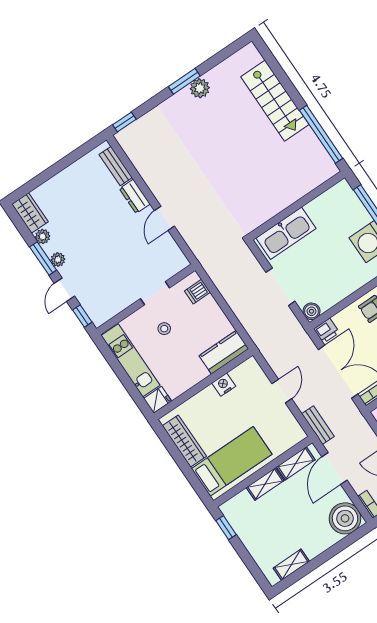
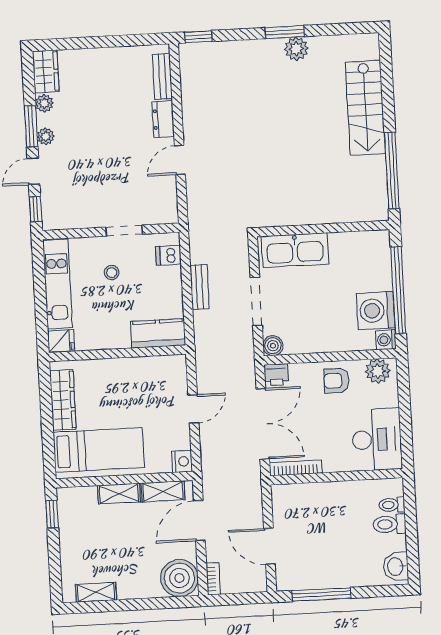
nightstand: (224, 385) -> (182, 461), moved, turned 90
bench: (318, 425) -> (200, 287), moved

